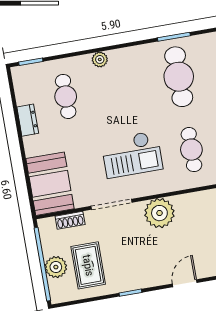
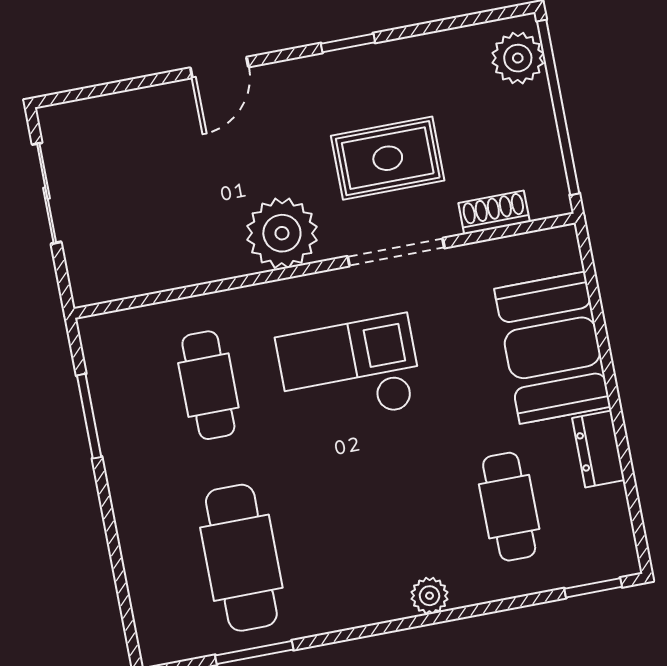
booth: (50, 184) -> (552, 348), moved
rug: (88, 265) -> (388, 158), moved, turned 90
plant: (56, 267) -> (518, 58), moved

